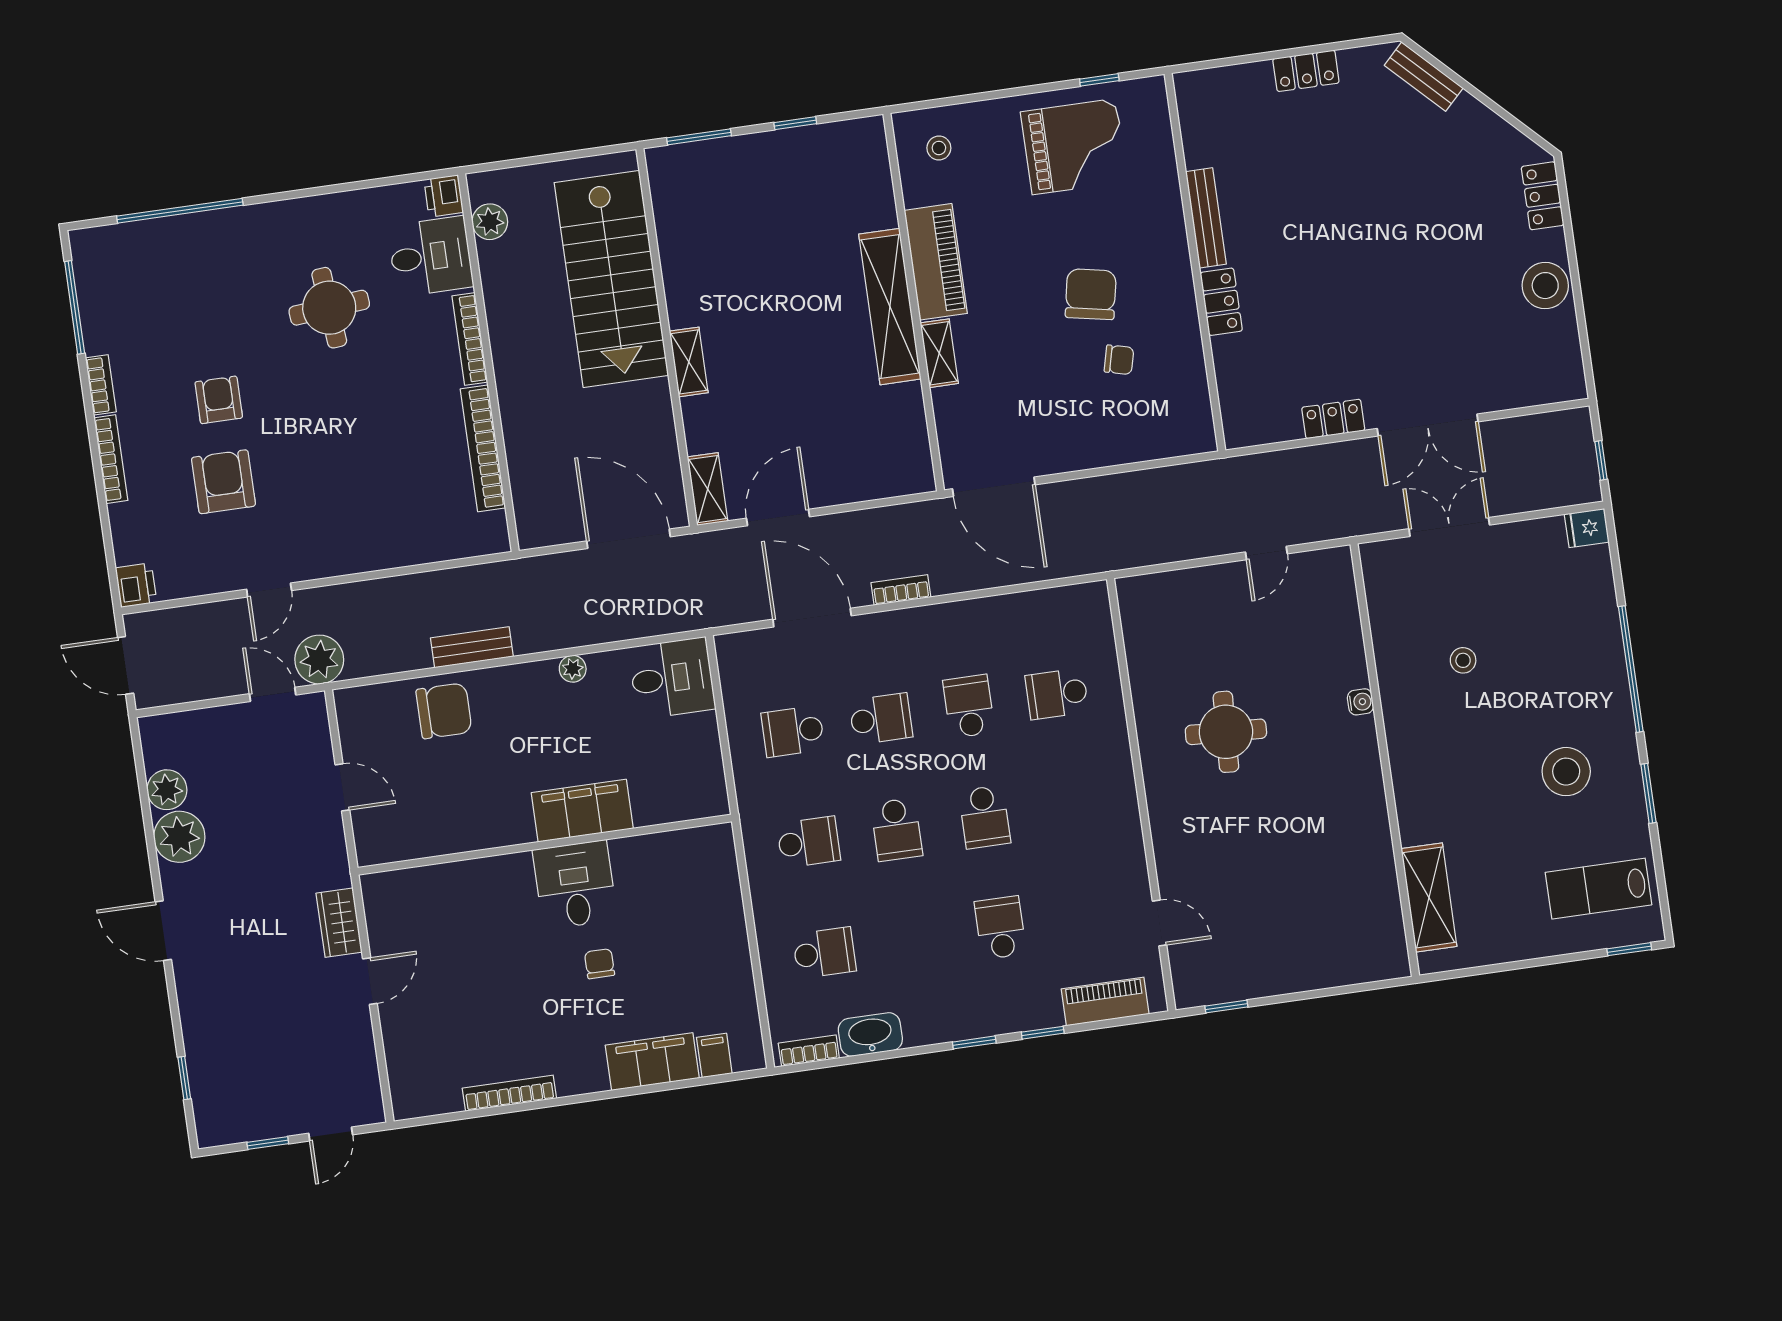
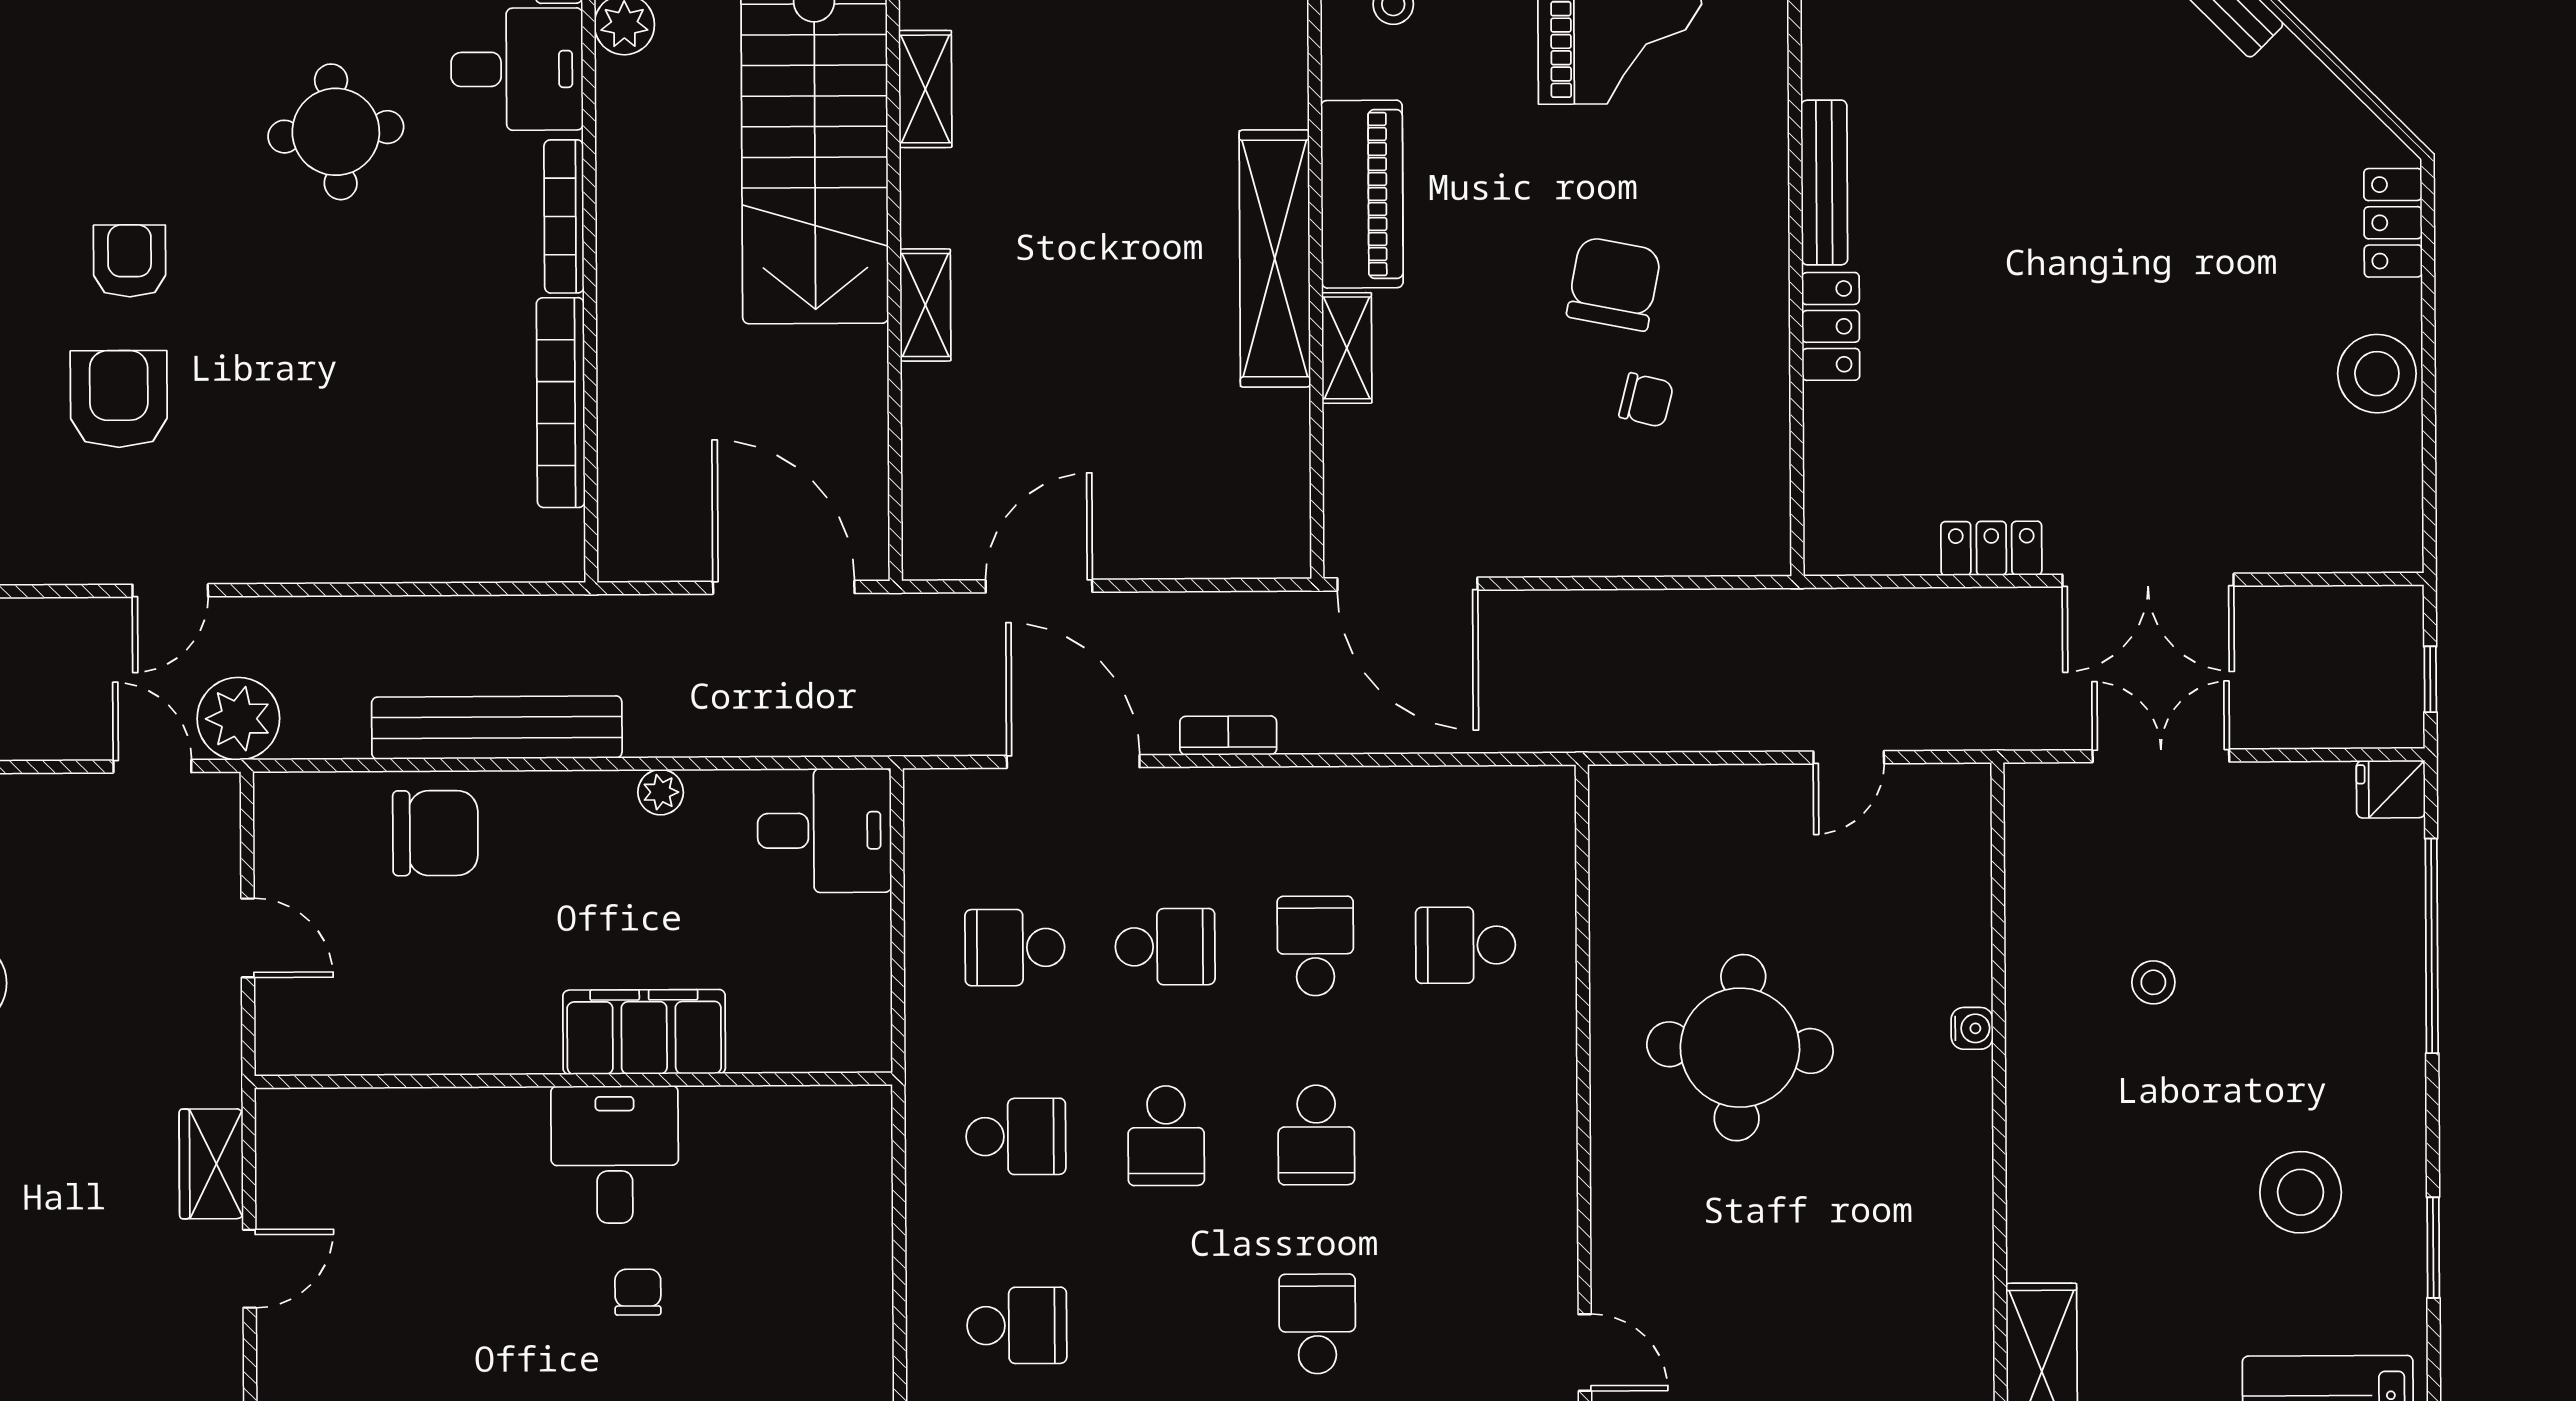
shelving: (708, 489) -> (925, 89), moved
bench: (472, 647) -> (497, 728), width x1.86, depth x1.21
window: (1631, 669) -> (2432, 946), moved
round table: (1226, 732) -> (1740, 1048), width x1.36, depth x1.36

